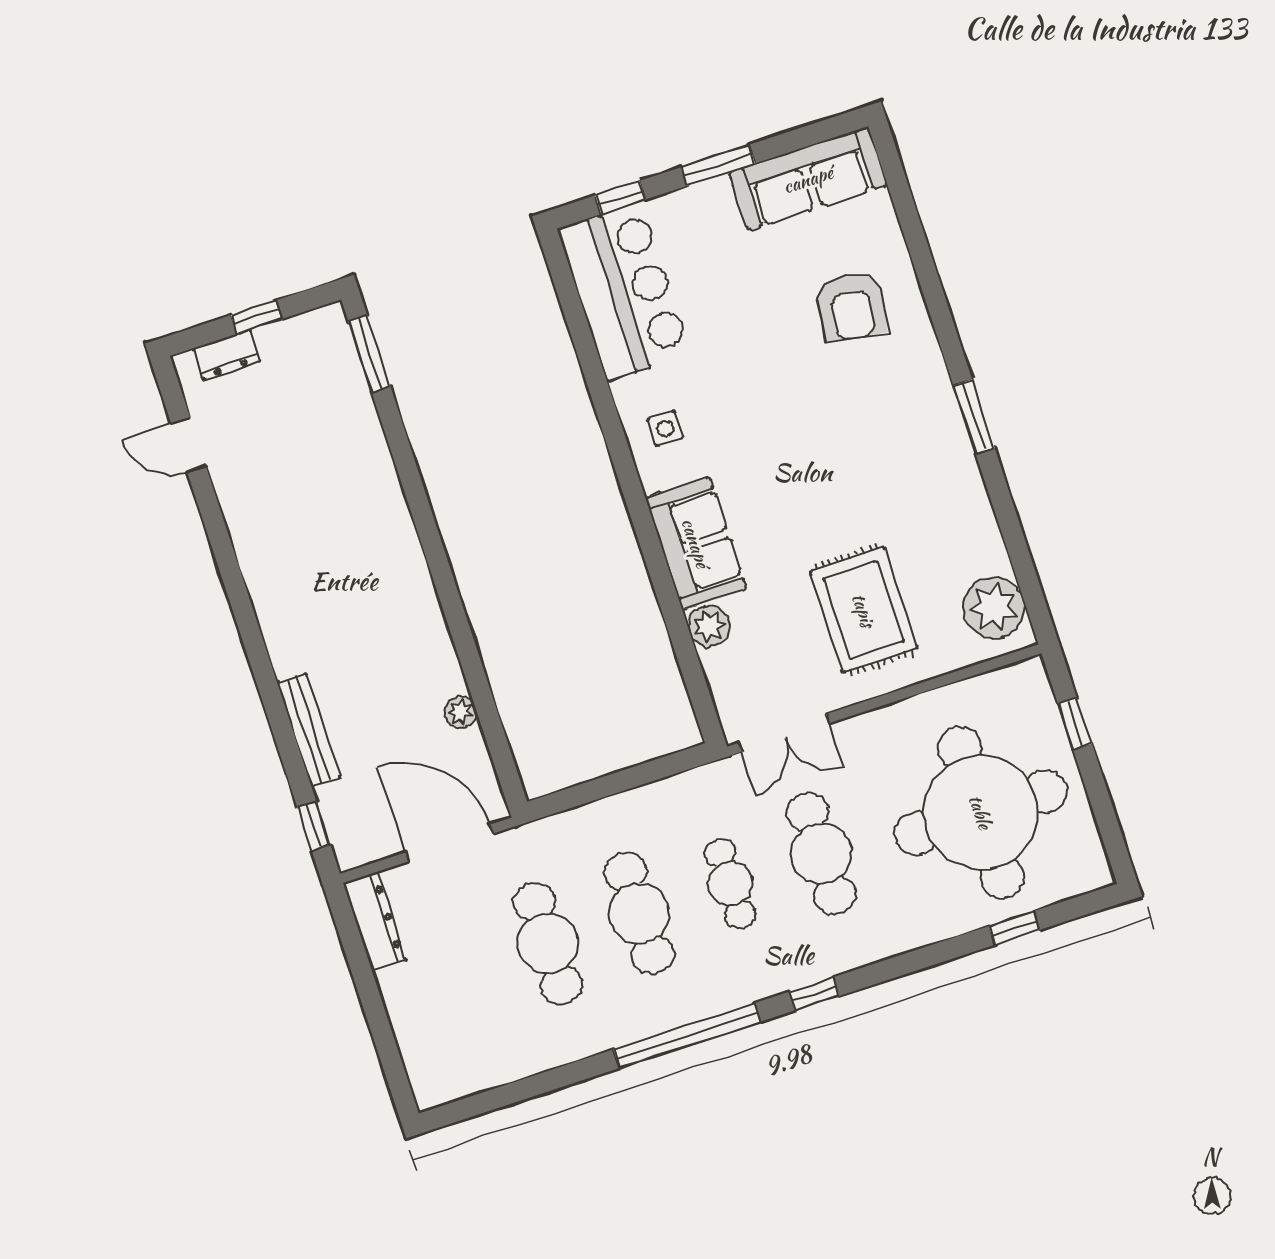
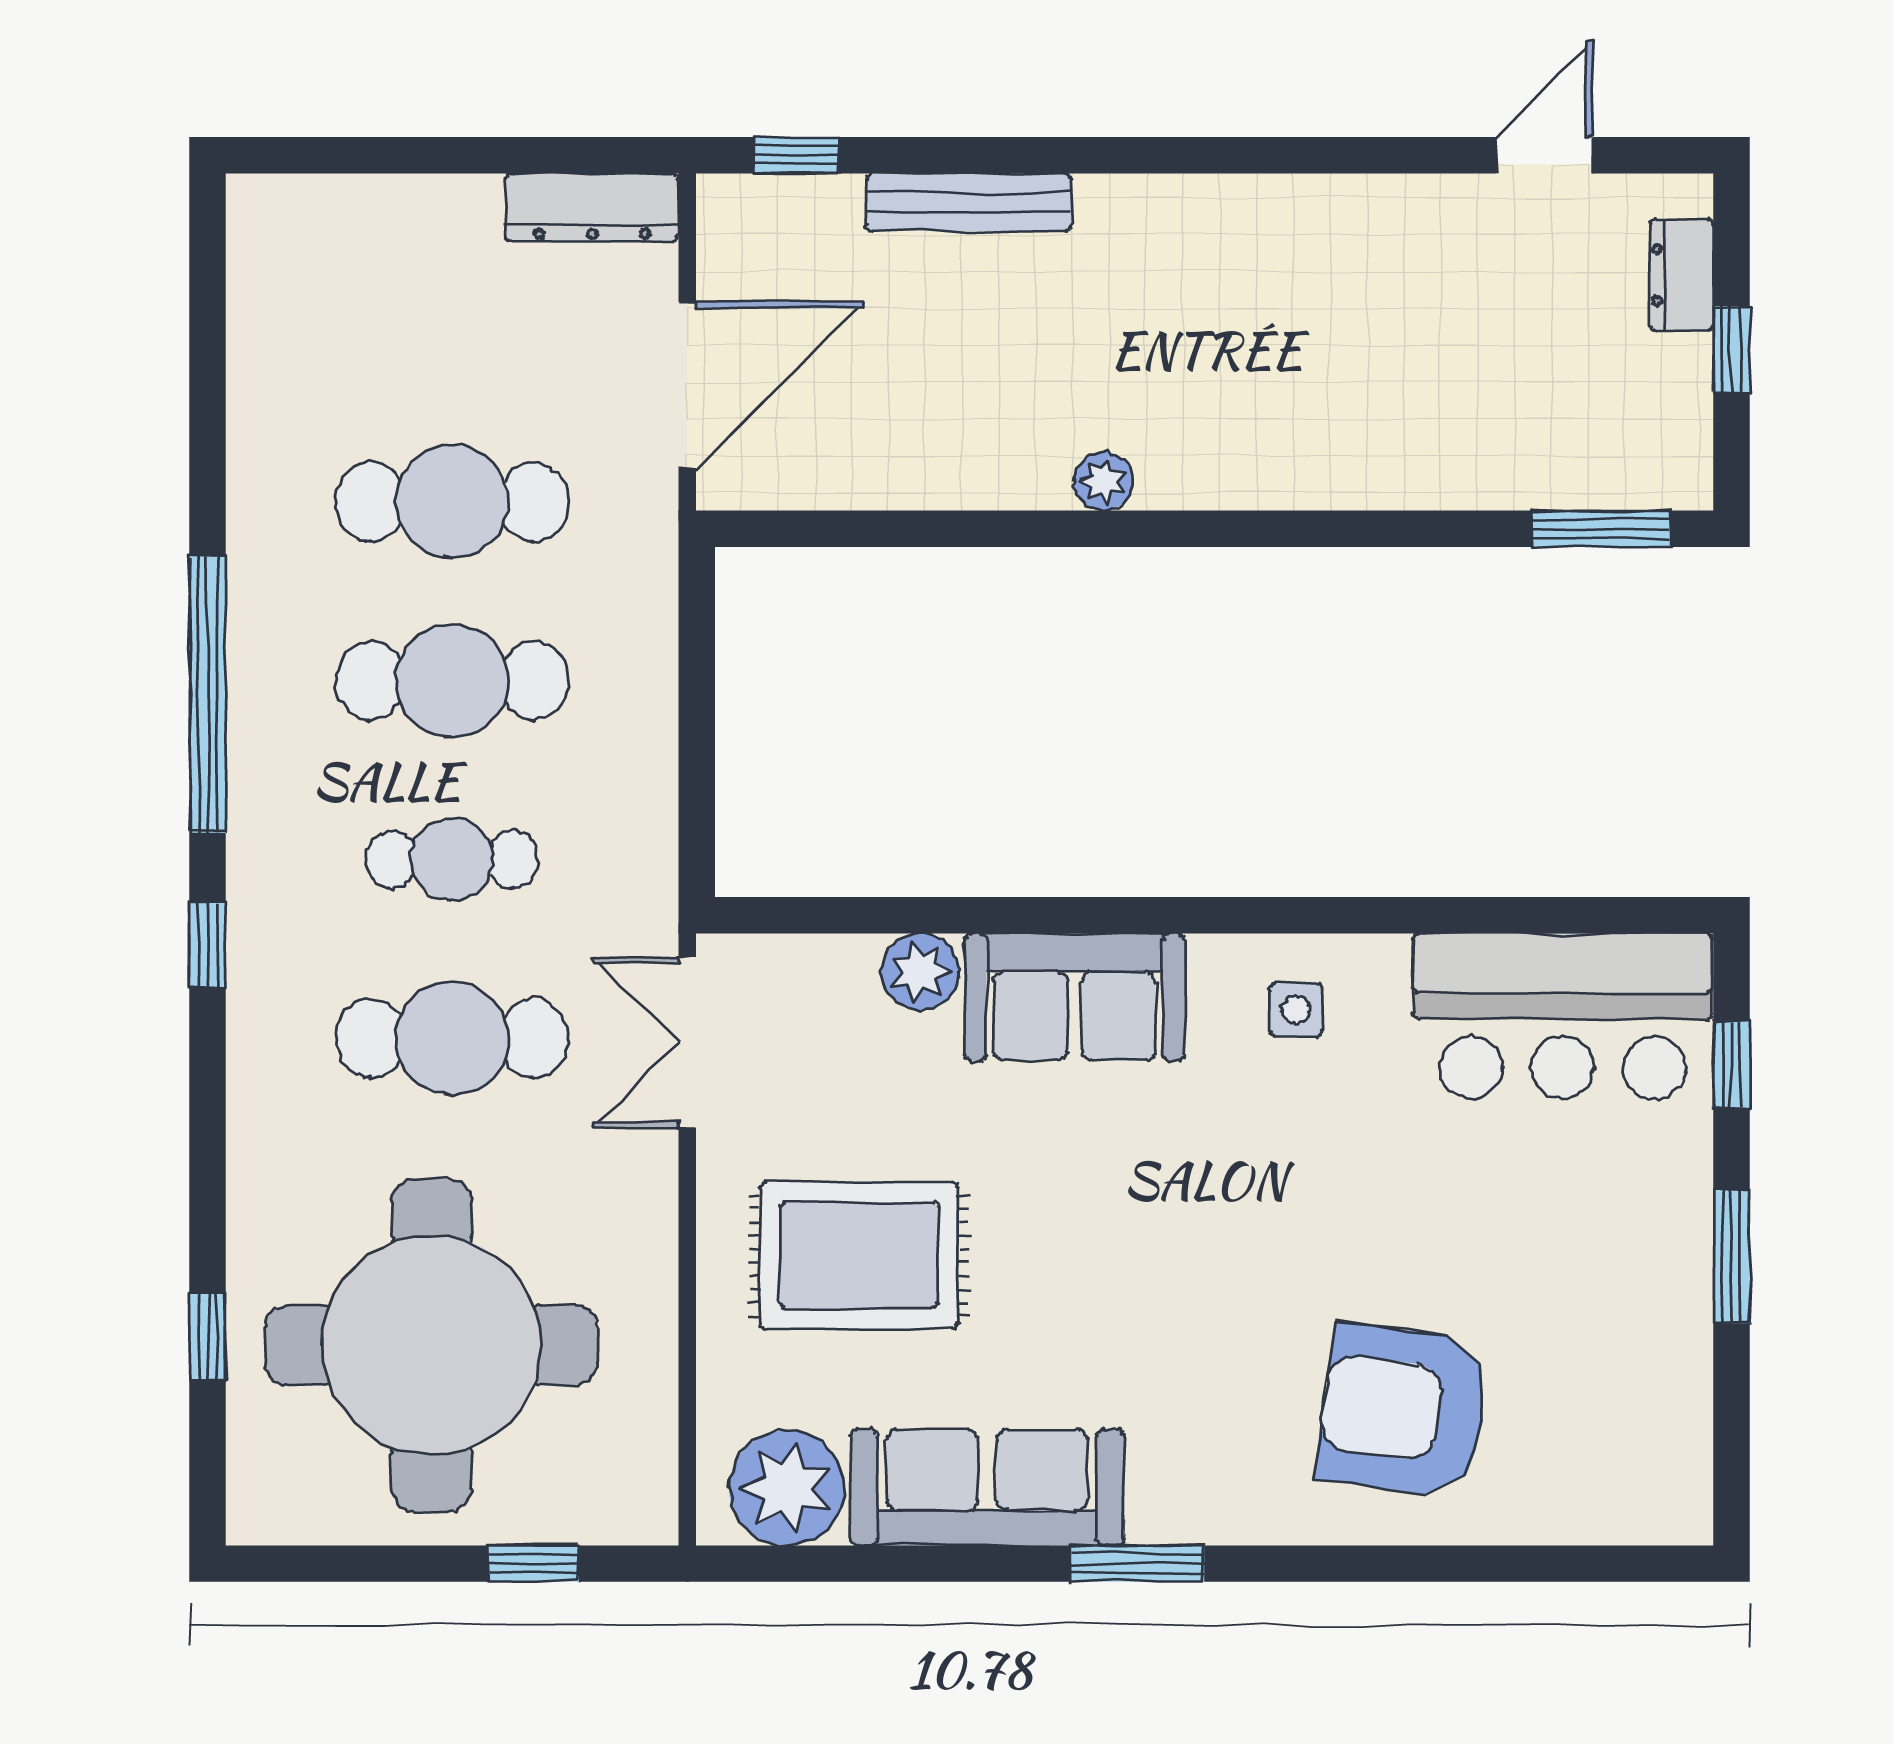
sofa: (808, 179) -> (987, 1487), moved, turned 90
armchair: (851, 307) -> (1403, 1411), width x1.36, depth x1.36
plant: (460, 712) -> (1103, 481), moved

